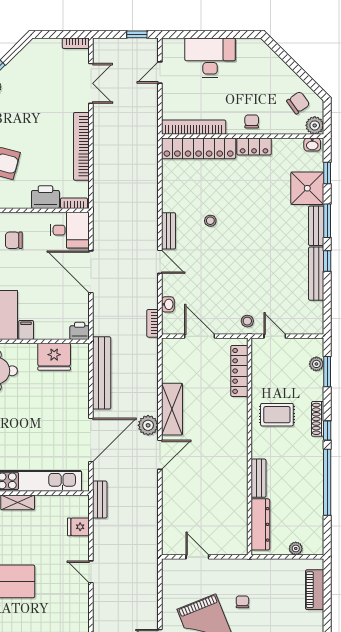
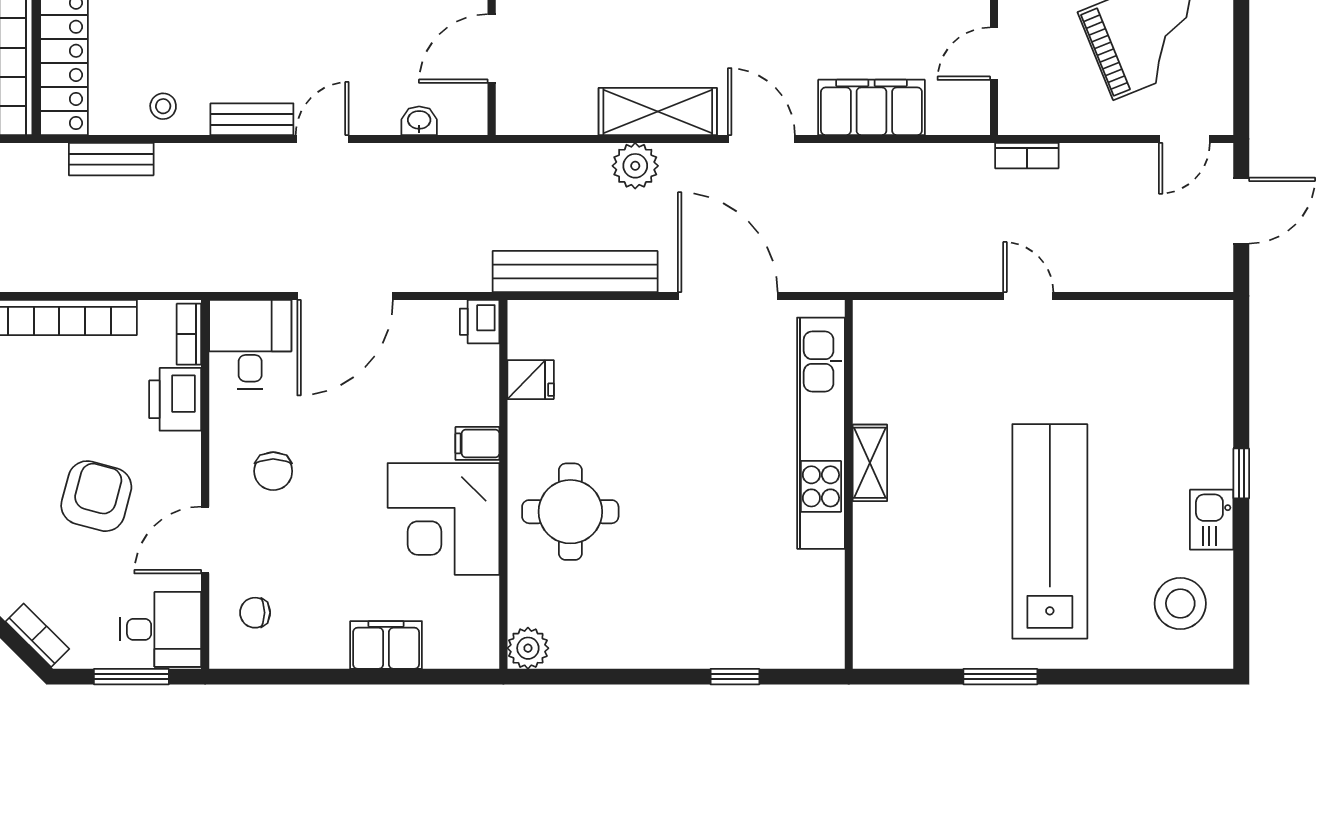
stool: (210, 221) -> (163, 106), moved
bookcase: (153, 323) -> (1027, 156), moved
fridge: (54, 357) -> (531, 380), width x0.53, depth x0.75
plant: (148, 425) -> (635, 166), moved
bench: (100, 500) -> (111, 159), moved
filing cabinet: (174, 503) -> (871, 107), added
fridge: (78, 527) -> (926, 324), removed
door: (91, 572) -> (1028, 296), swing flipped

